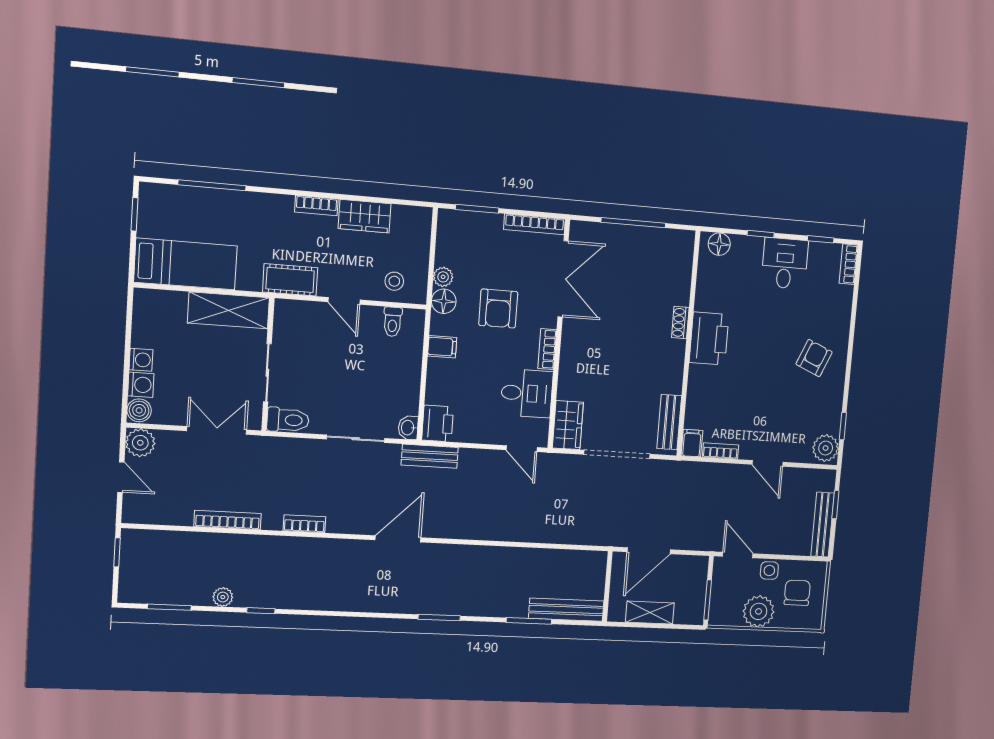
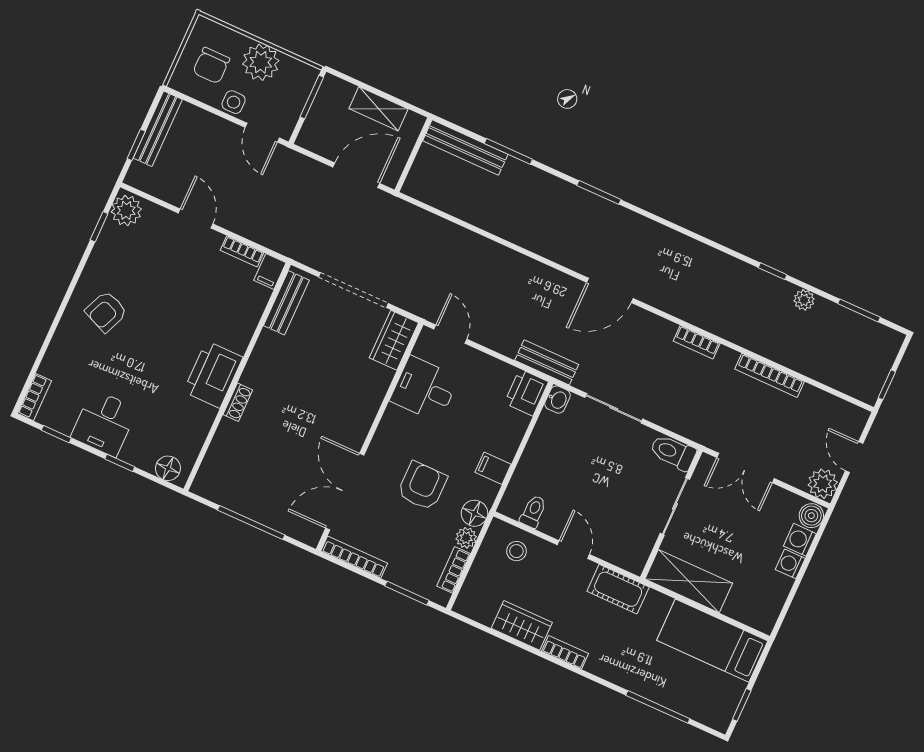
bookcase: (547, 349) -> (454, 570), moved, turned 180

